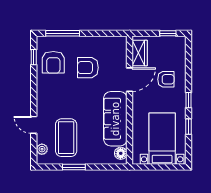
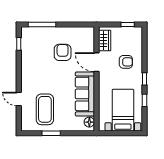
armchair: (53, 62) -> (34, 48), removed
armchair: (88, 68) -> (63, 52), turned 90
door: (130, 80) -> (96, 62), swing flipped
plant: (42, 149) -> (25, 119), removed

